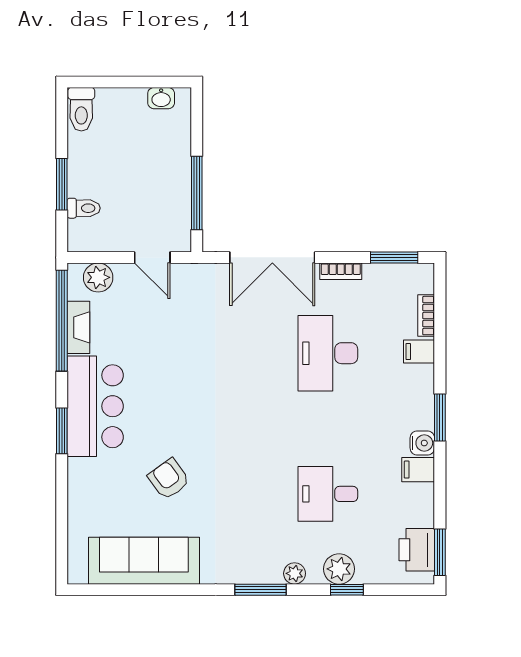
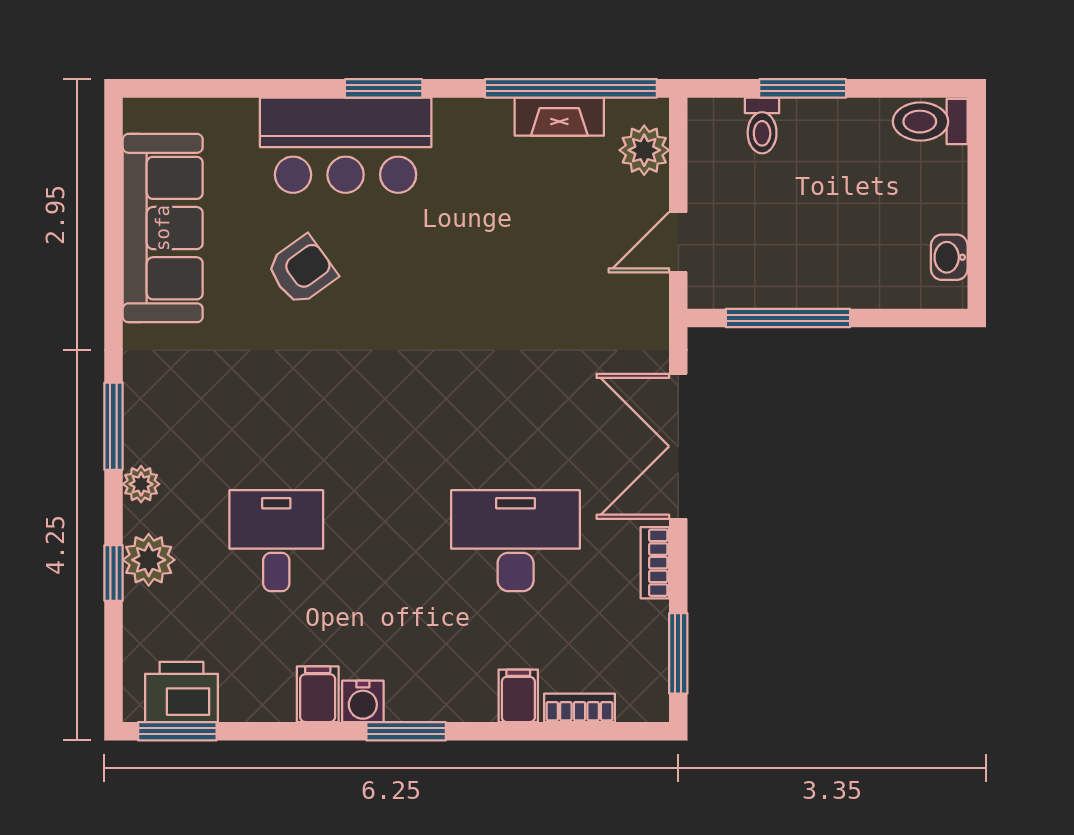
bar counter: (95, 406) -> (346, 145), moved

